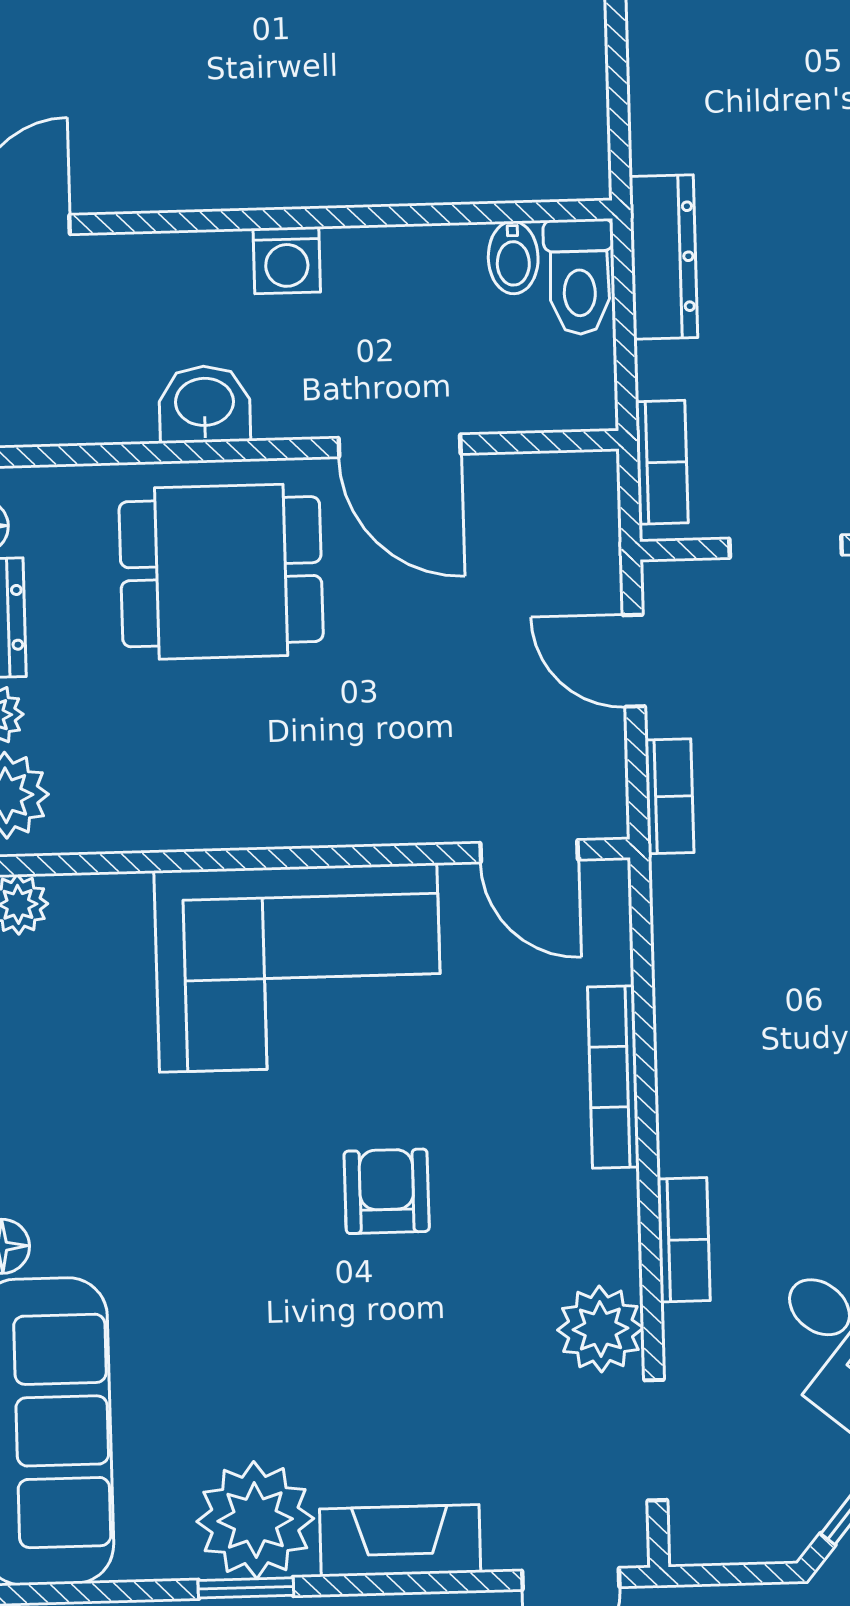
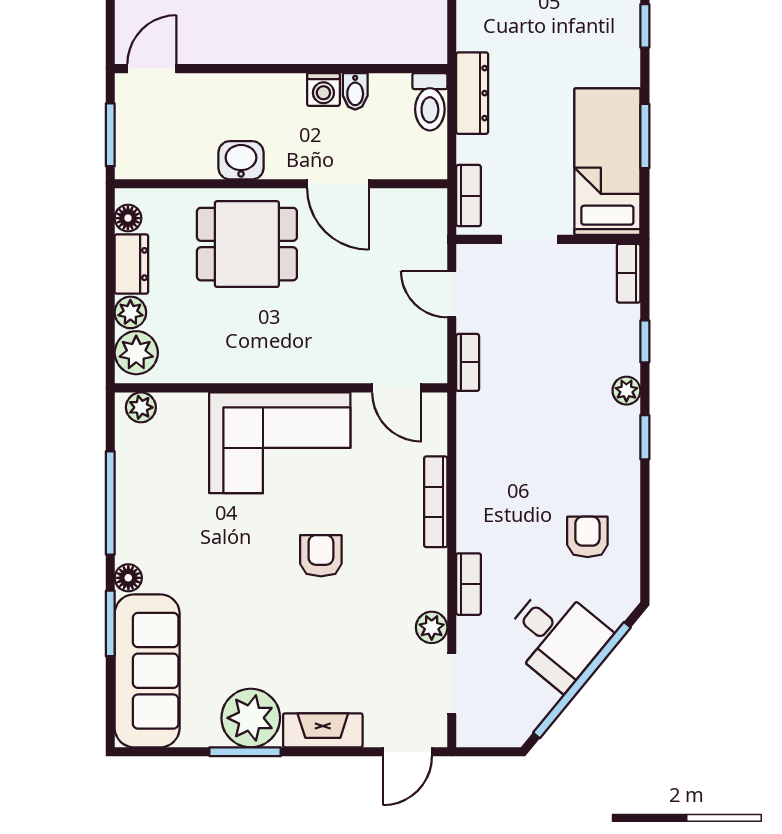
bidet: (513, 258) -> (355, 91), moved
washing machine: (287, 260) -> (323, 89), moved
plant: (600, 1329) -> (432, 627), width x0.73, depth x0.73
window: (246, 1588) -> (245, 752), width x1.50

